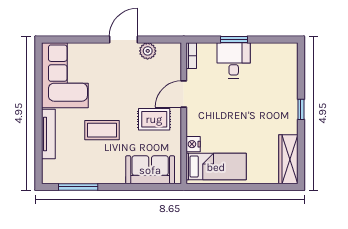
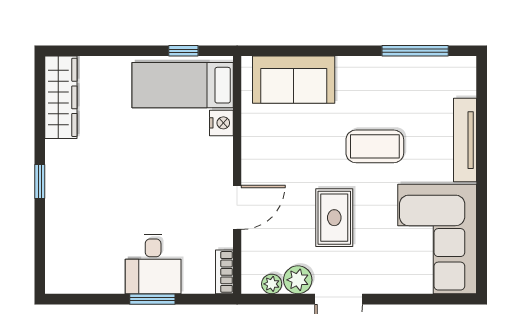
plant: (163, 48) -> (272, 284), added
rug: (154, 119) -> (334, 218), moved, turned 90
window: (216, 187) -> (183, 51), added

